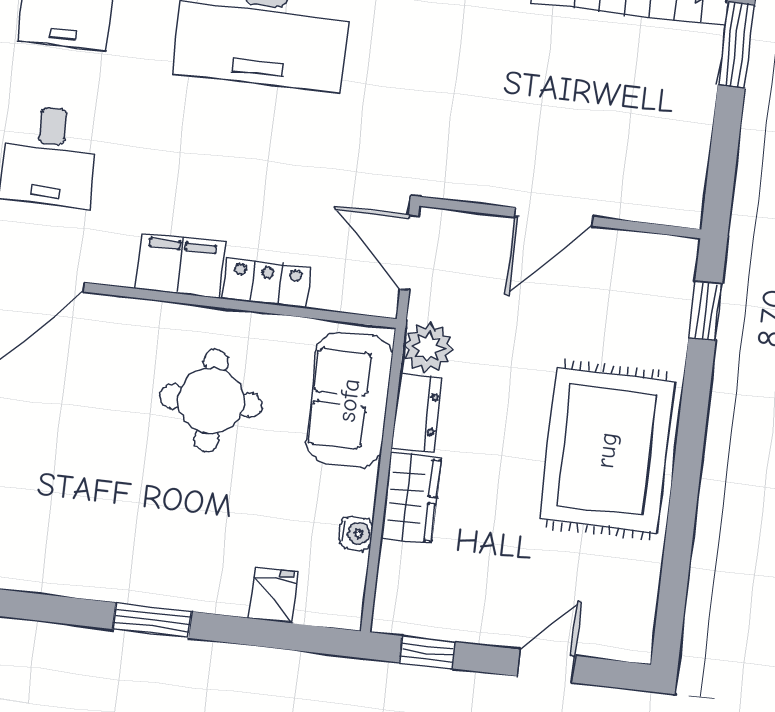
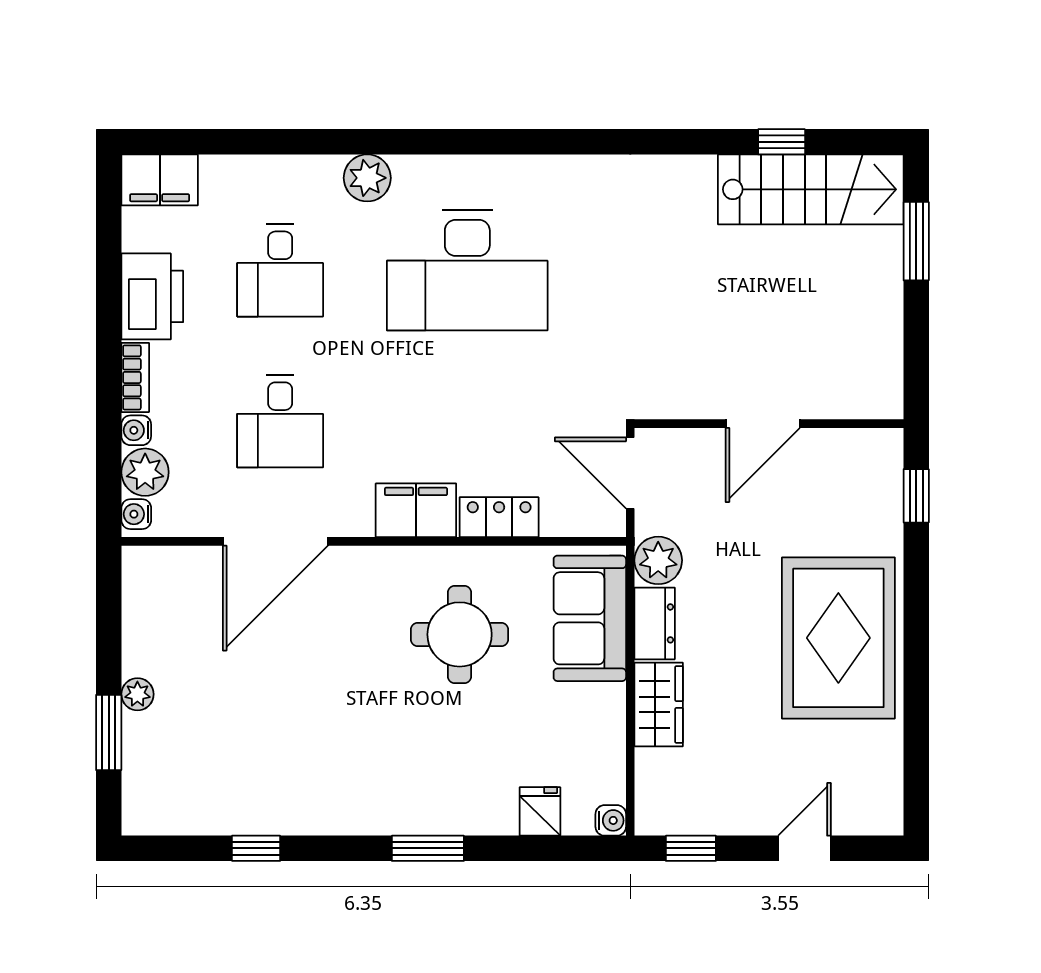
water cooler: (356, 533) -> (611, 820), moved

